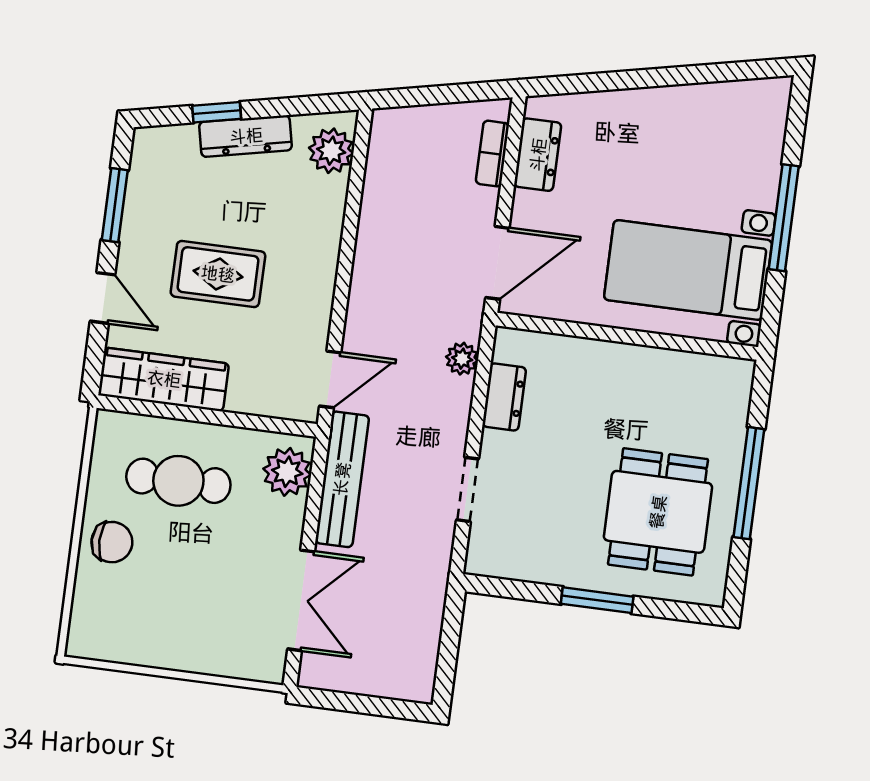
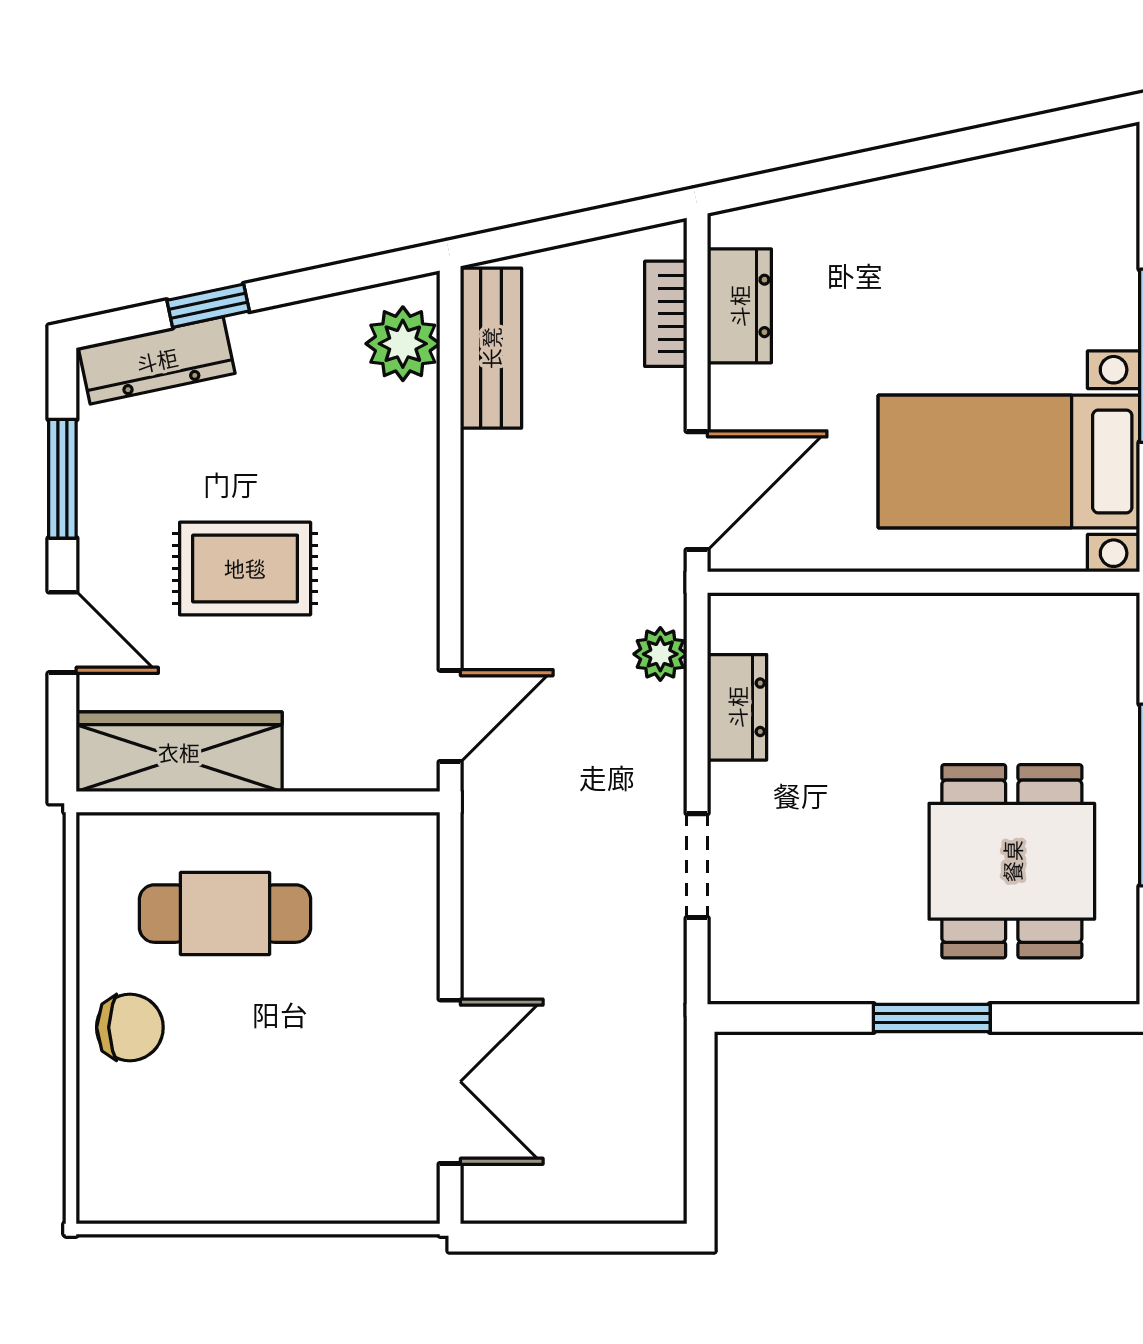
dresser: (246, 136) -> (157, 360), moved
plant: (287, 472) -> (400, 876), removed
bench: (342, 479) -> (491, 348), moved, width x0.73

